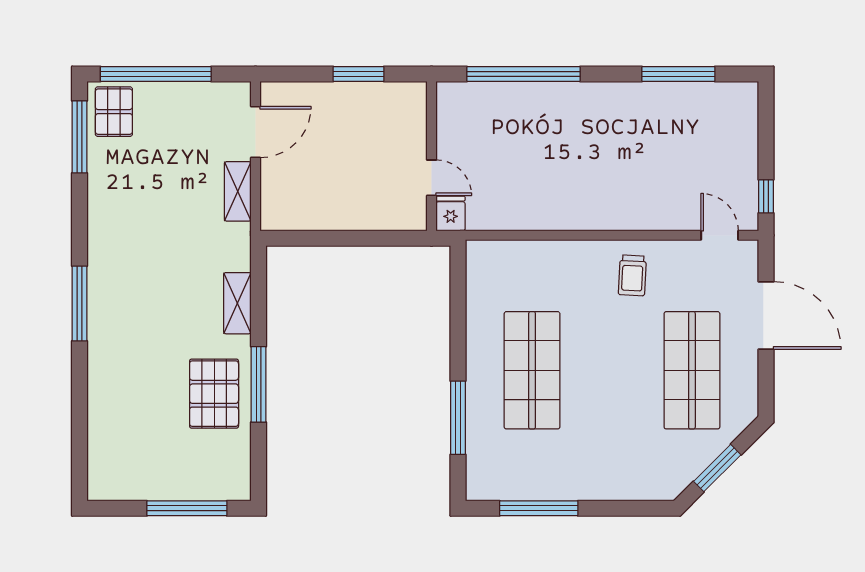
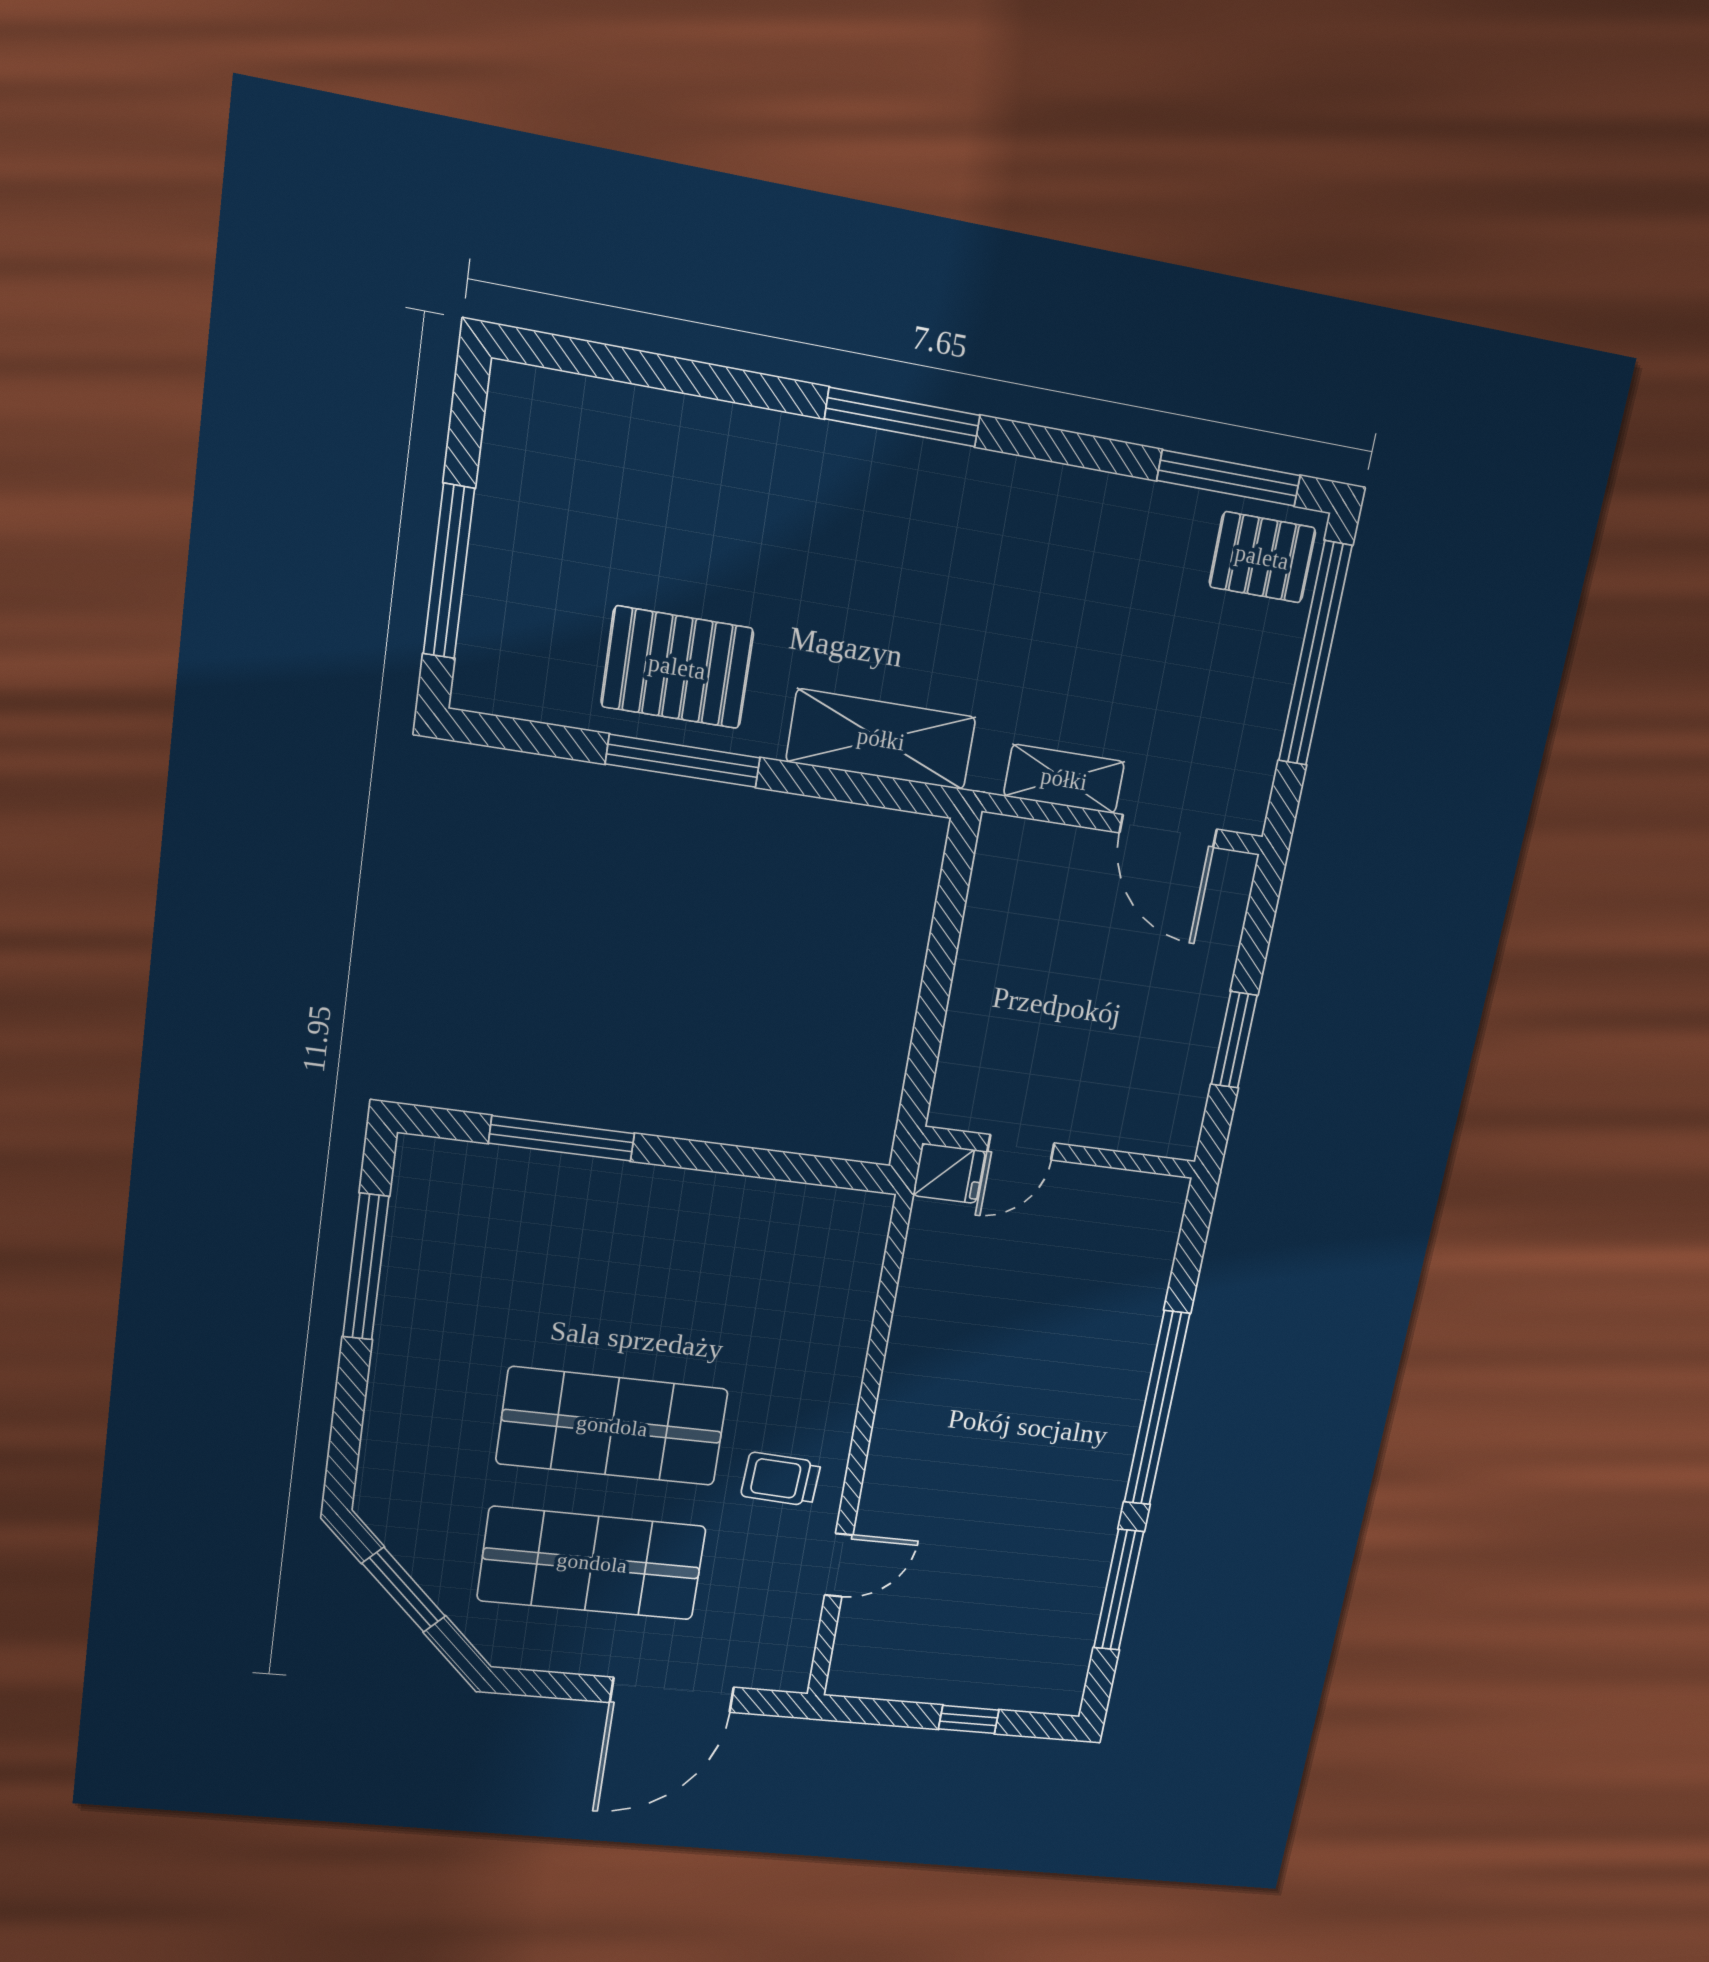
window: (523, 74) -> (1157, 1408), moved
window: (766, 196) -> (969, 1719), moved
door: (720, 235) -> (839, 1565), moved
shelving: (237, 303) -> (881, 739), width x1.50, depth x1.33
shop shelf: (532, 370) -> (612, 1426), moved

